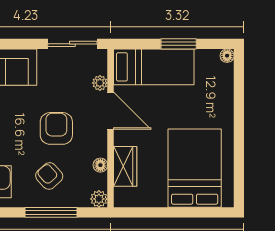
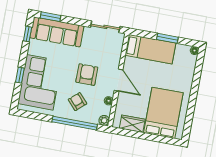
plant: (100, 83) -> (117, 53), removed
door: (110, 111) -> (119, 80), moved
wardrobe: (125, 166) -> (132, 124), moved, turned -90
window: (51, 212) -> (75, 123), width x1.46

